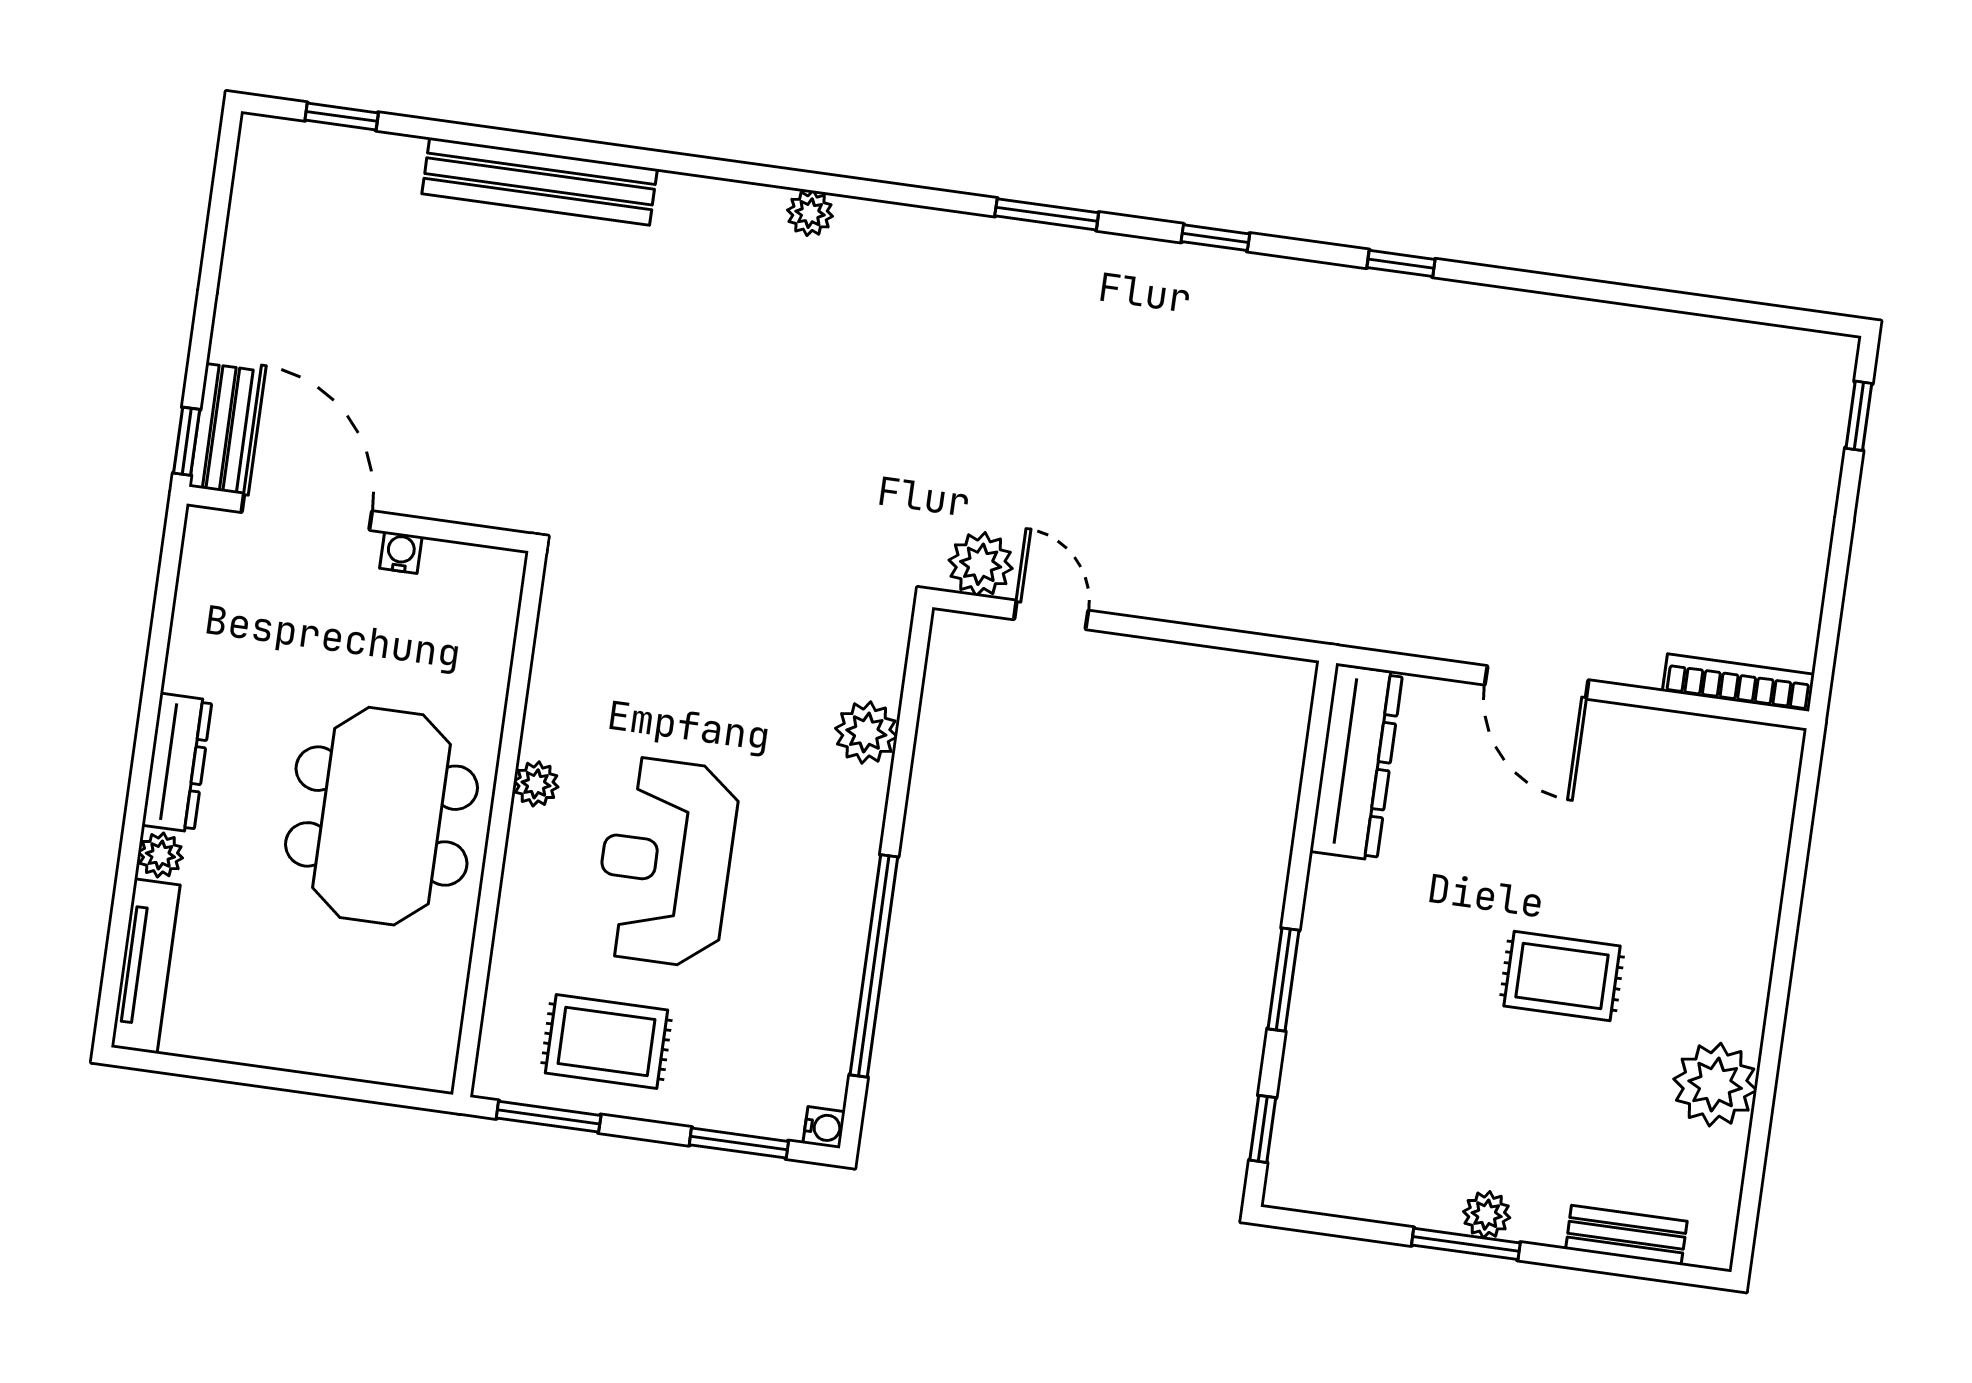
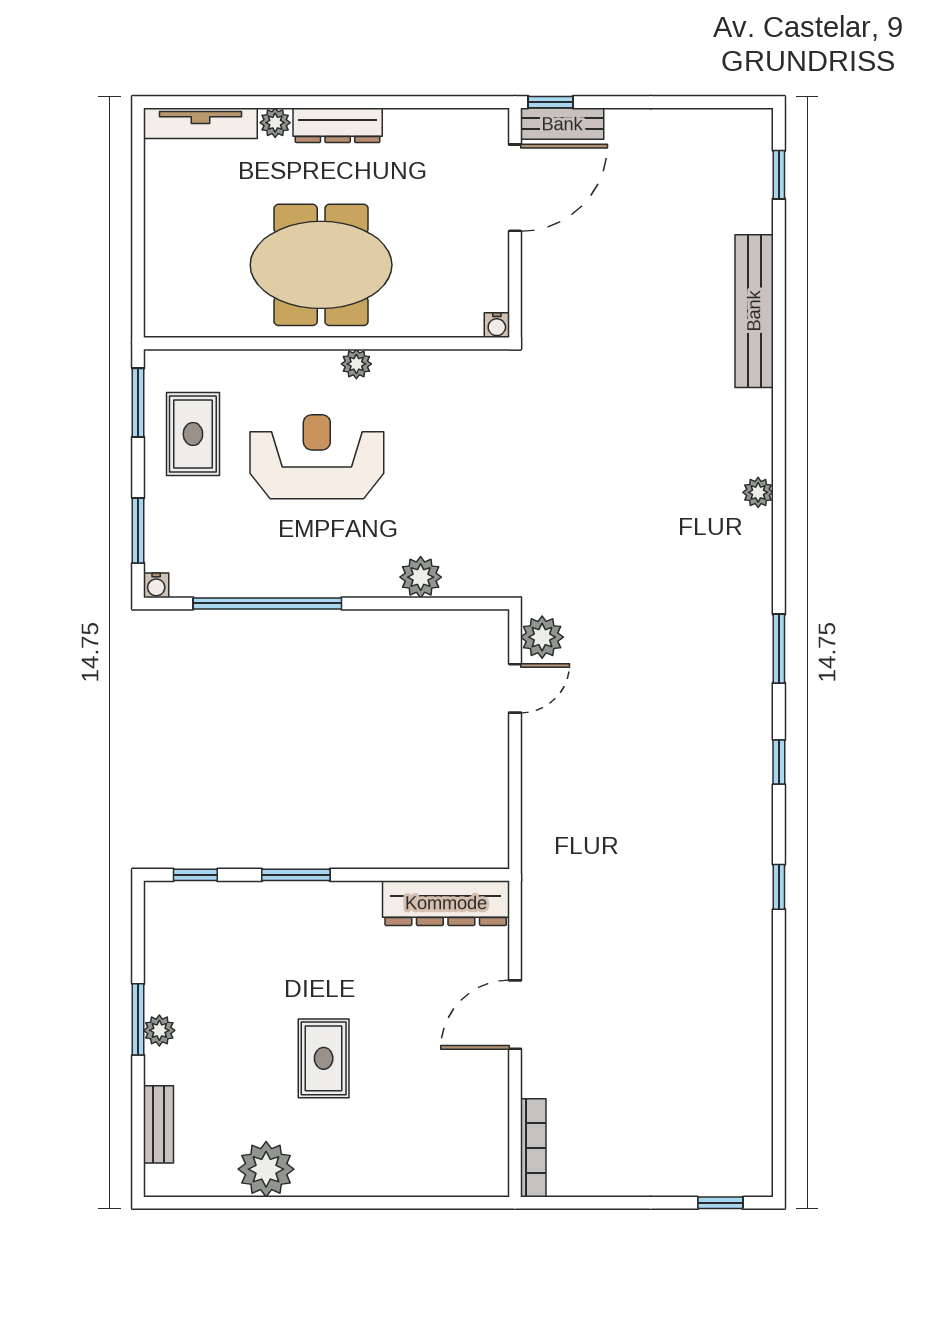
water cooler: (401, 552) -> (497, 325), moved, turned 90

